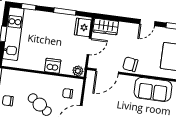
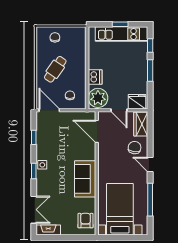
window: (65, 12) -> (150, 71), moved
chair: (130, 64) -> (135, 148), moved
plant: (78, 71) -> (98, 98), width x1.87, depth x1.87

